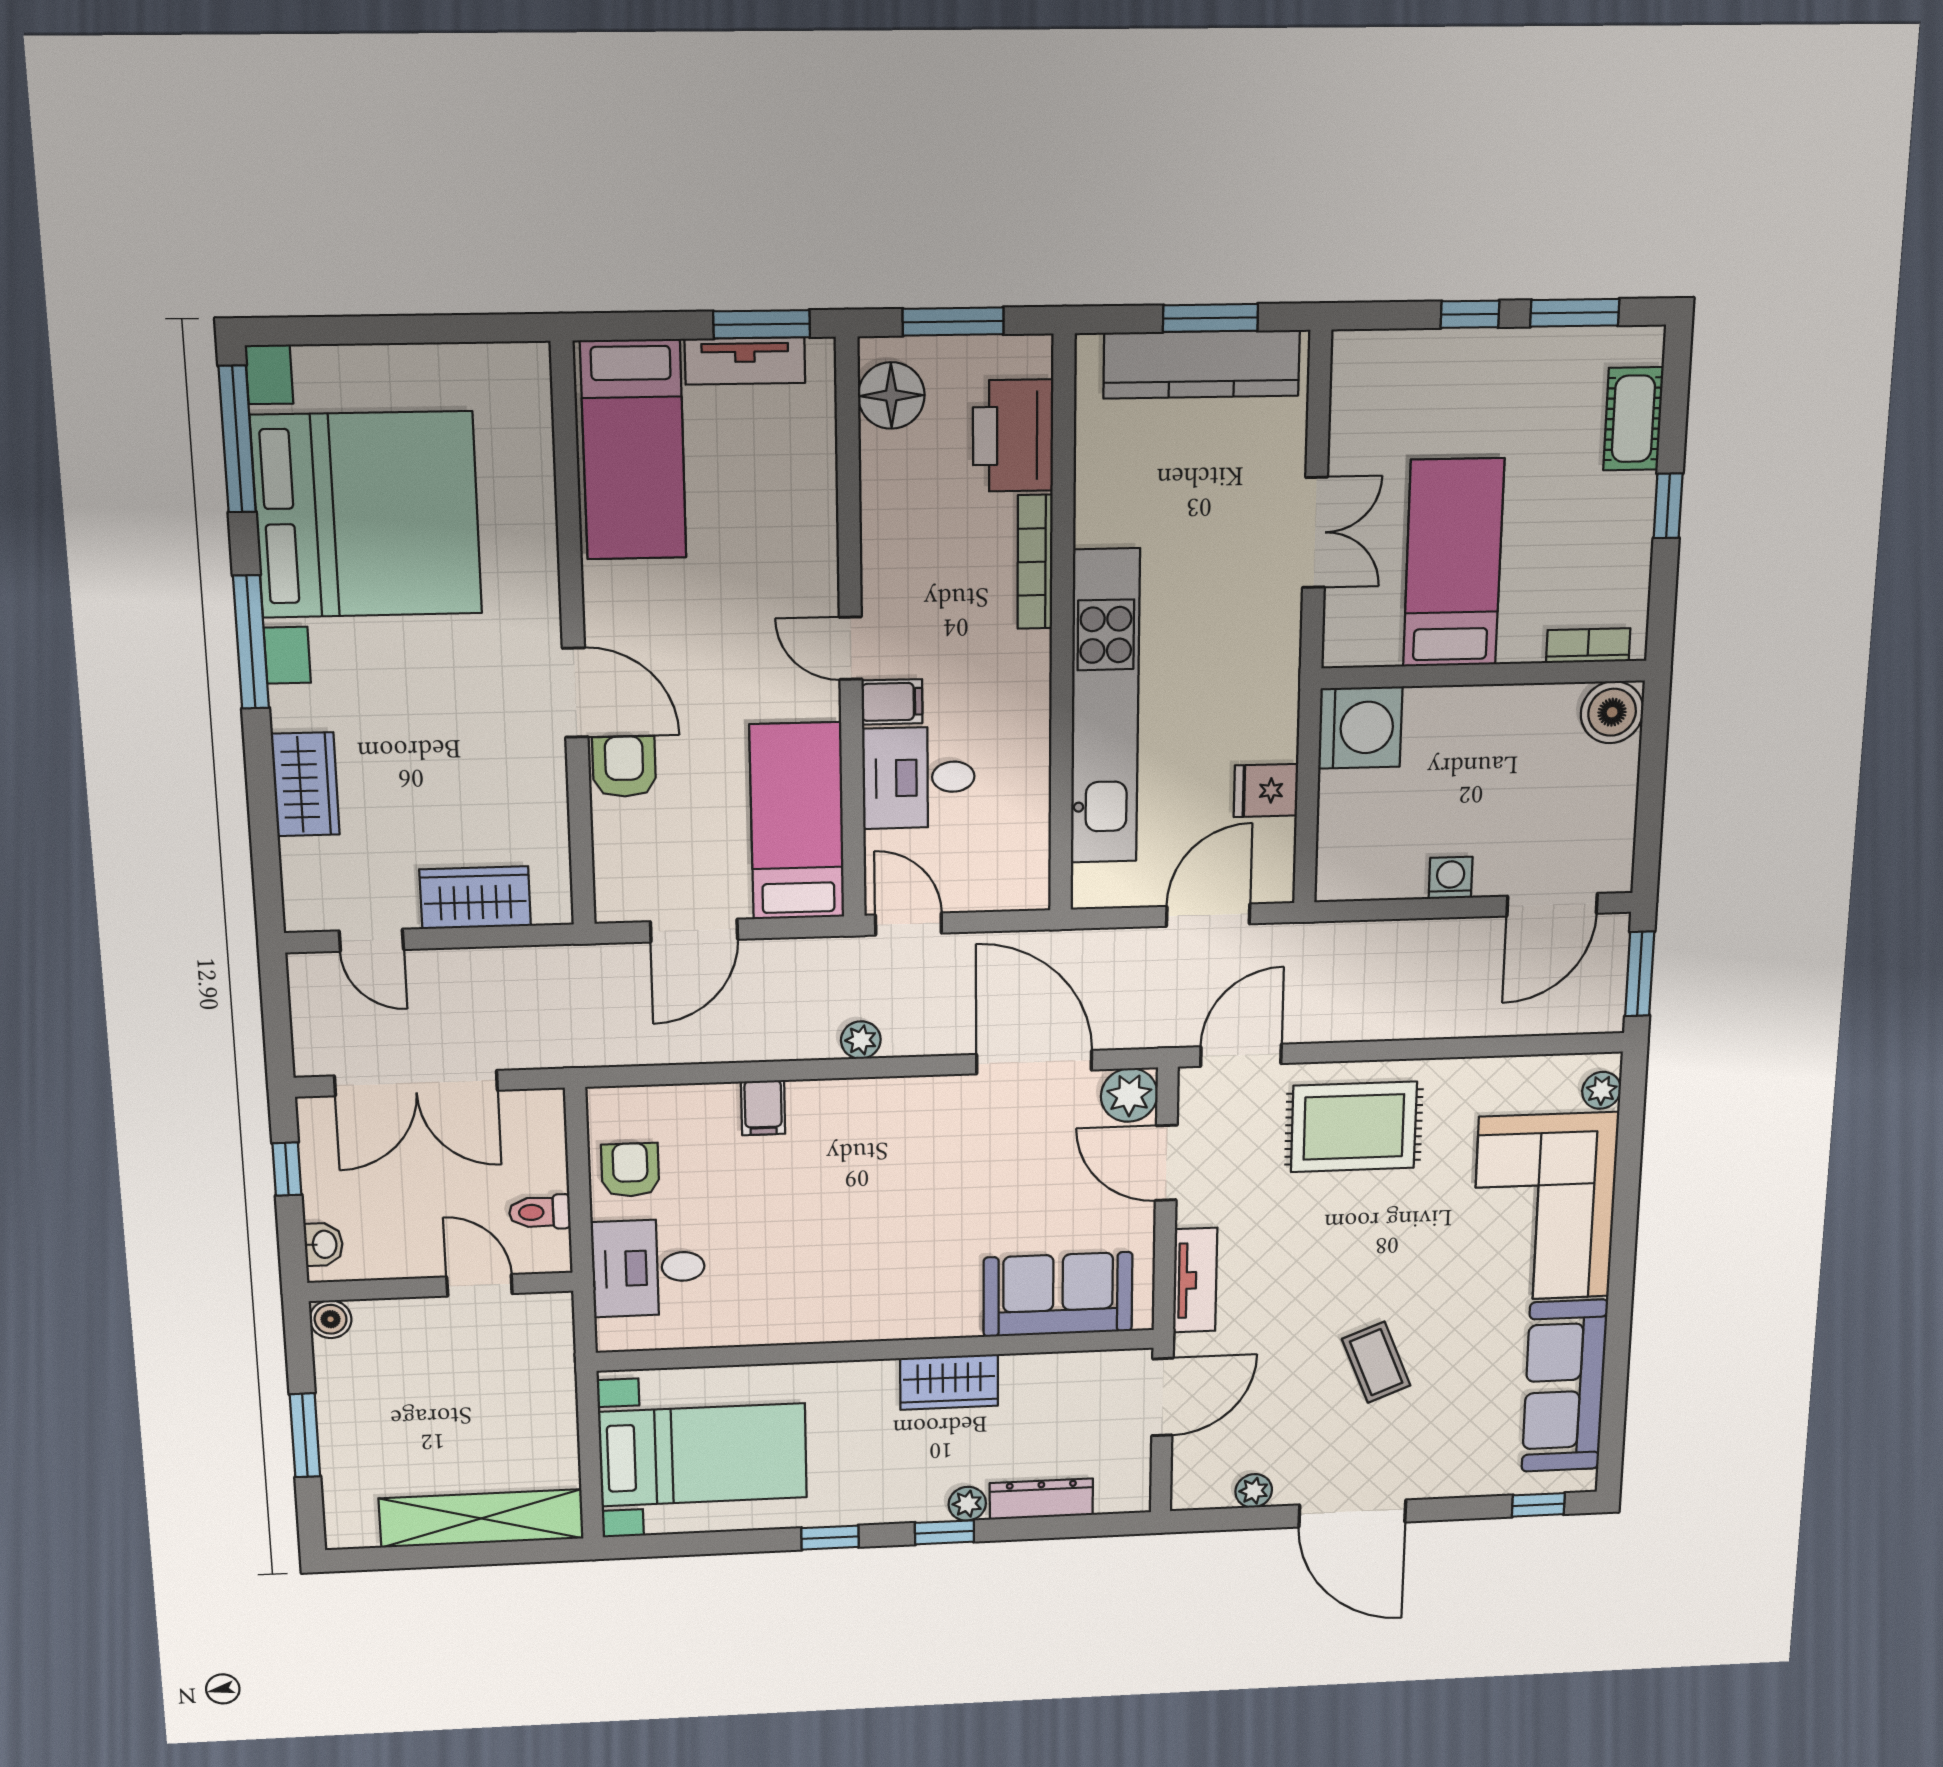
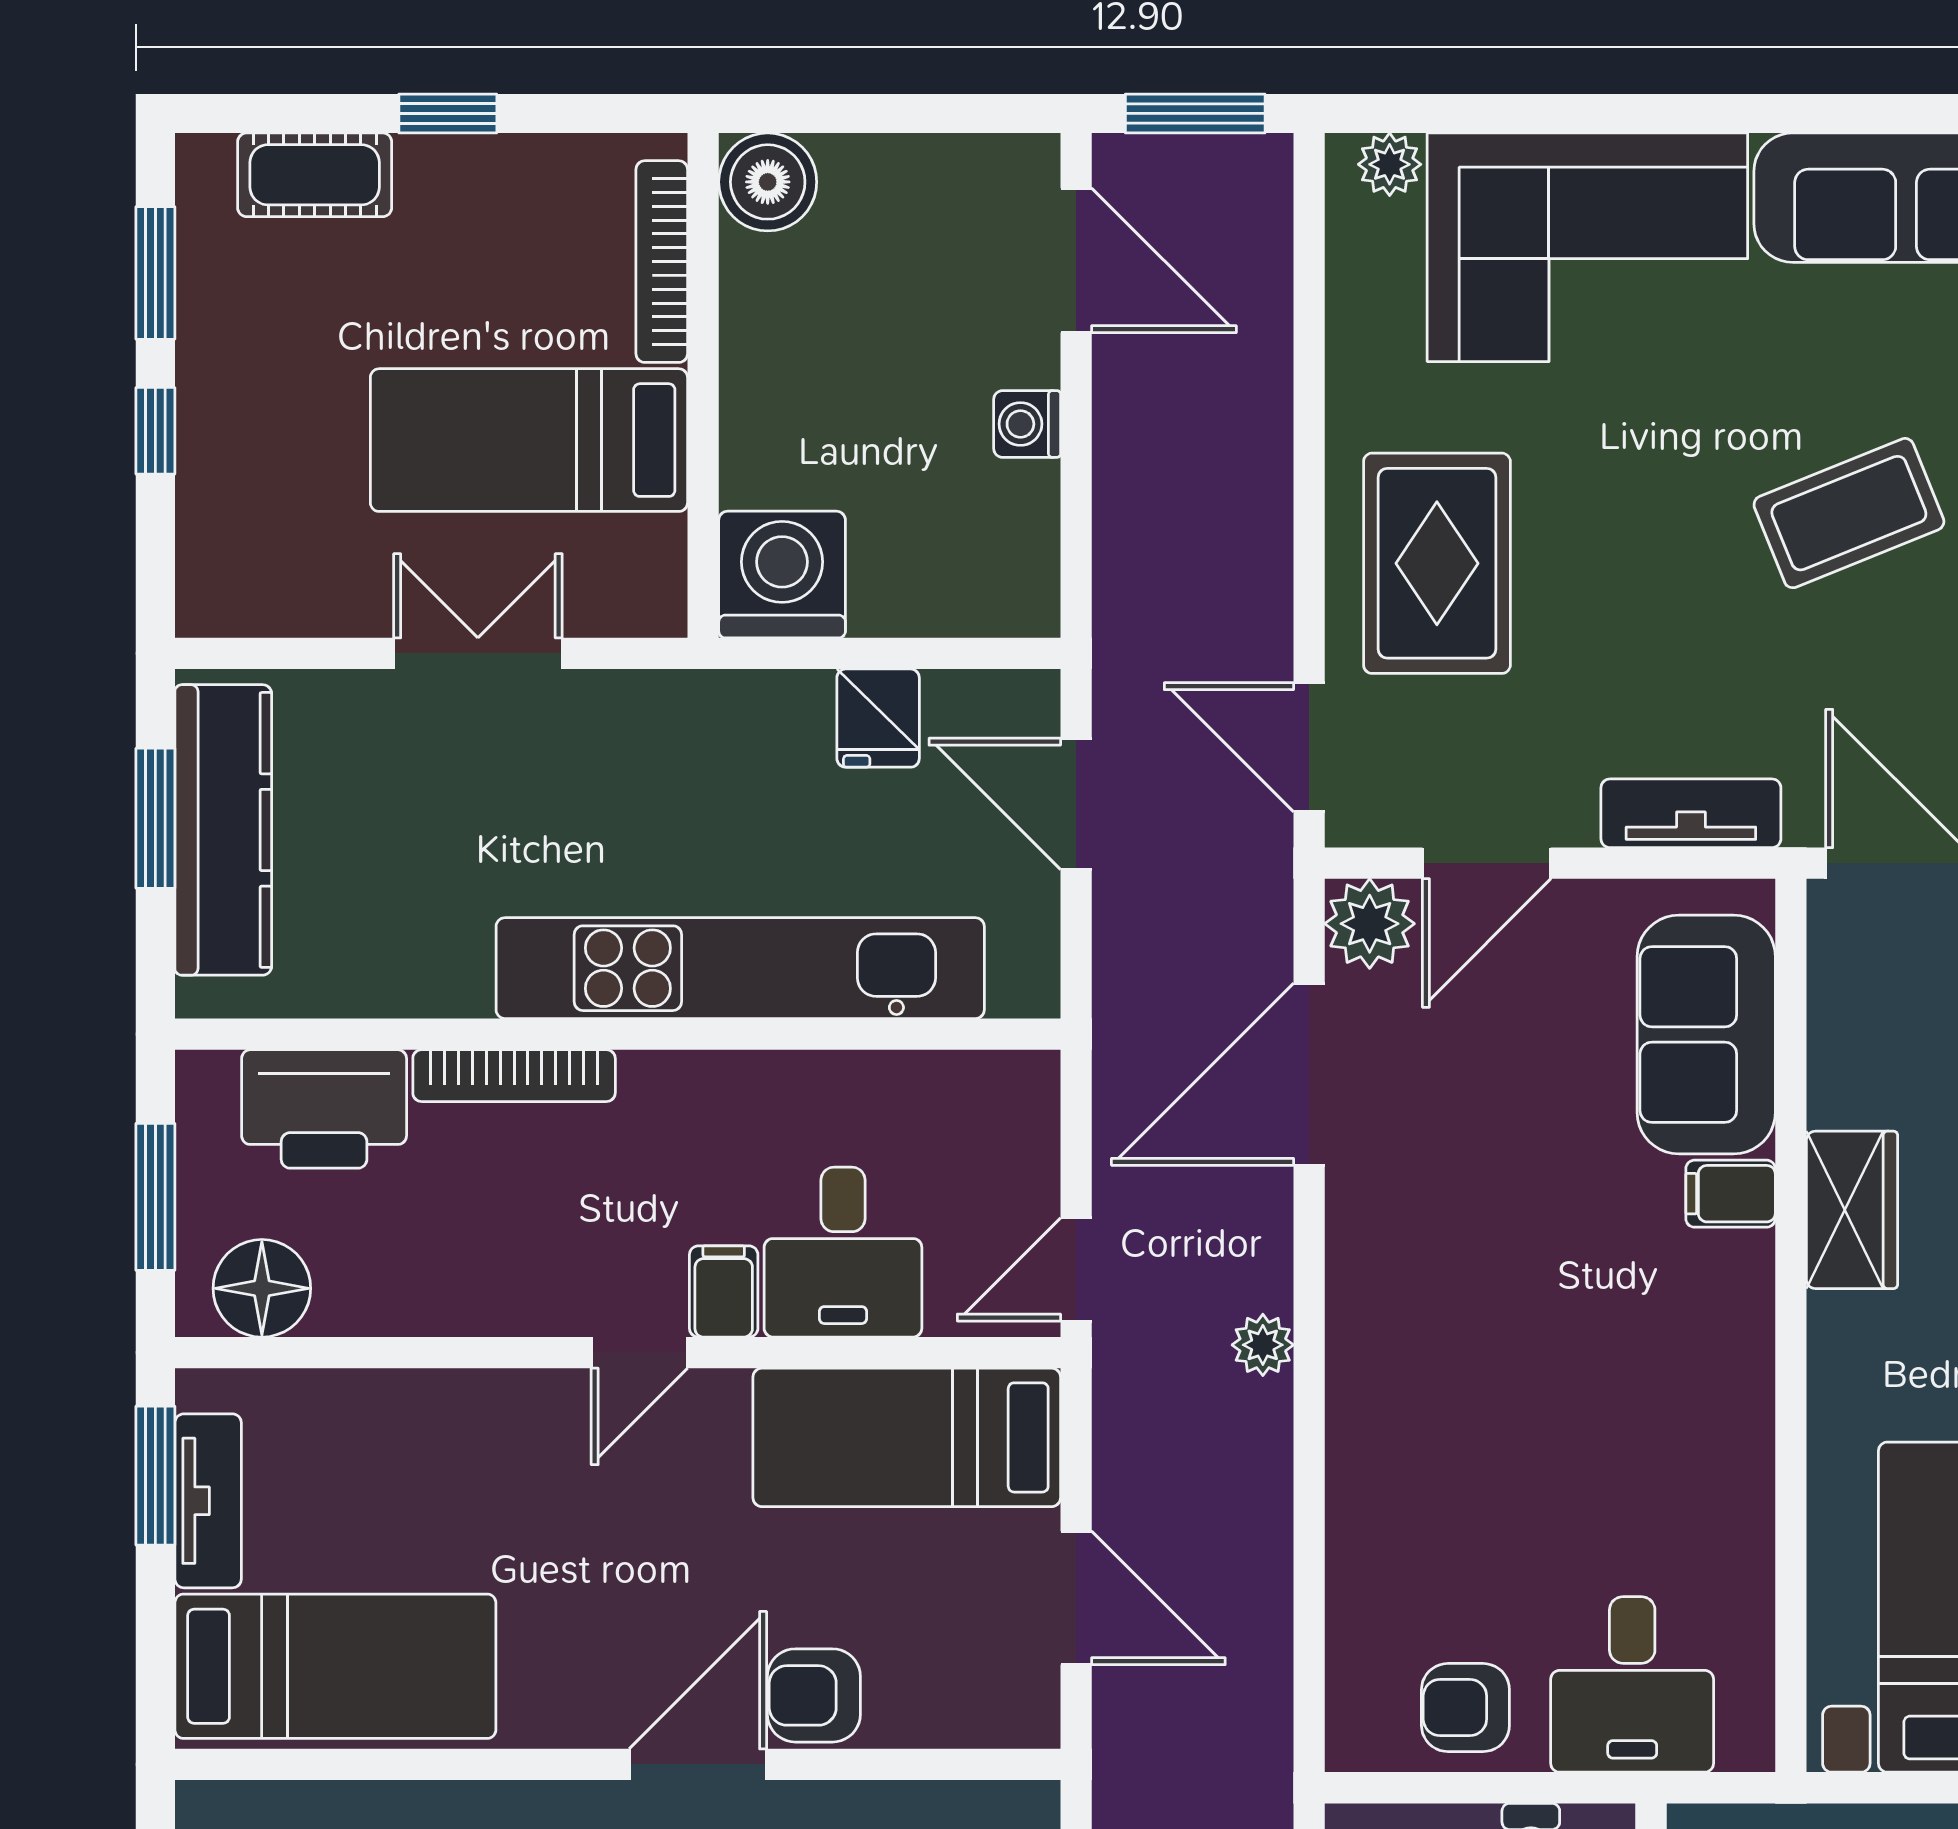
bookcase: (1588, 646) -> (662, 262), width x1.56
filing cabinet: (763, 1108) -> (1731, 1194), moved, turned 180
coffee table: (1376, 1362) -> (1849, 513), width x1.36, depth x1.30

